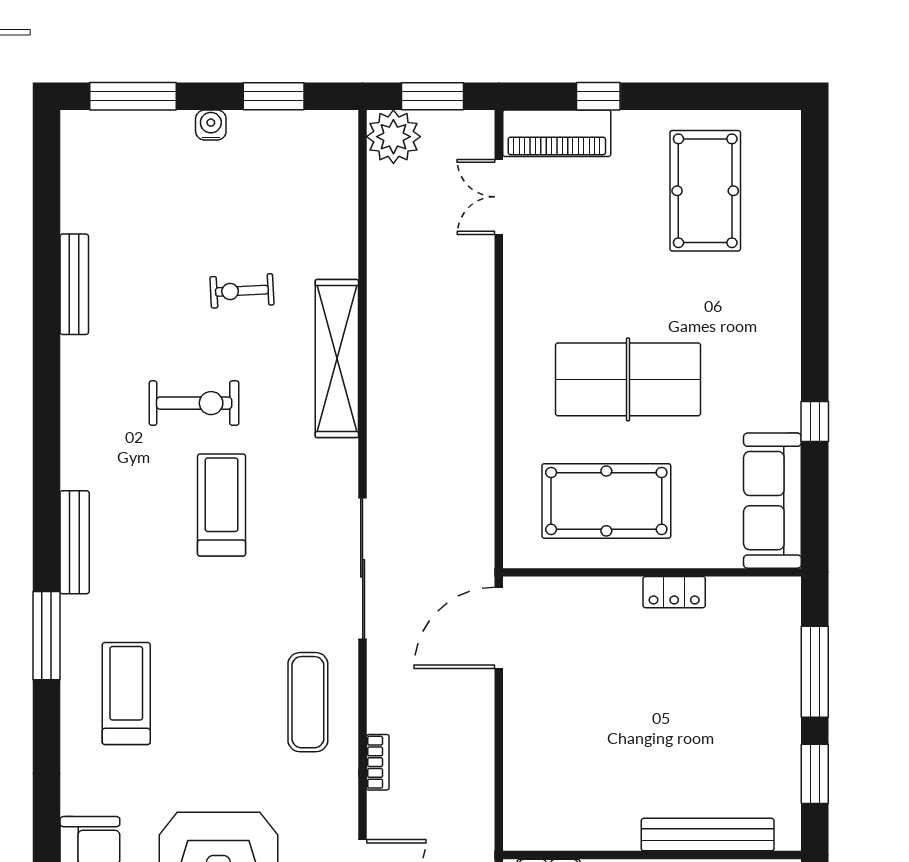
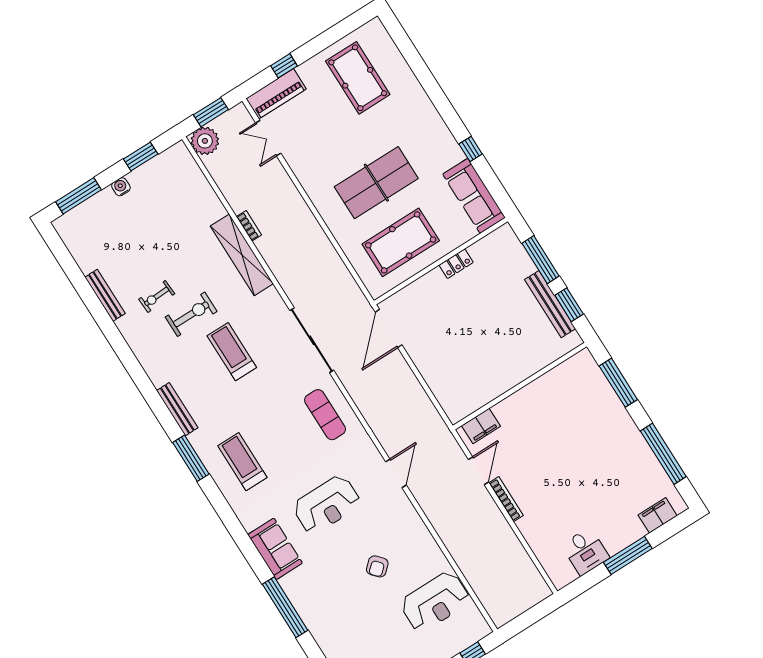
exercise bike: (242, 291) -> (157, 296), moved
bookcase: (378, 762) -> (249, 226), moved
bench: (708, 835) -> (550, 304), moved, turned 90

